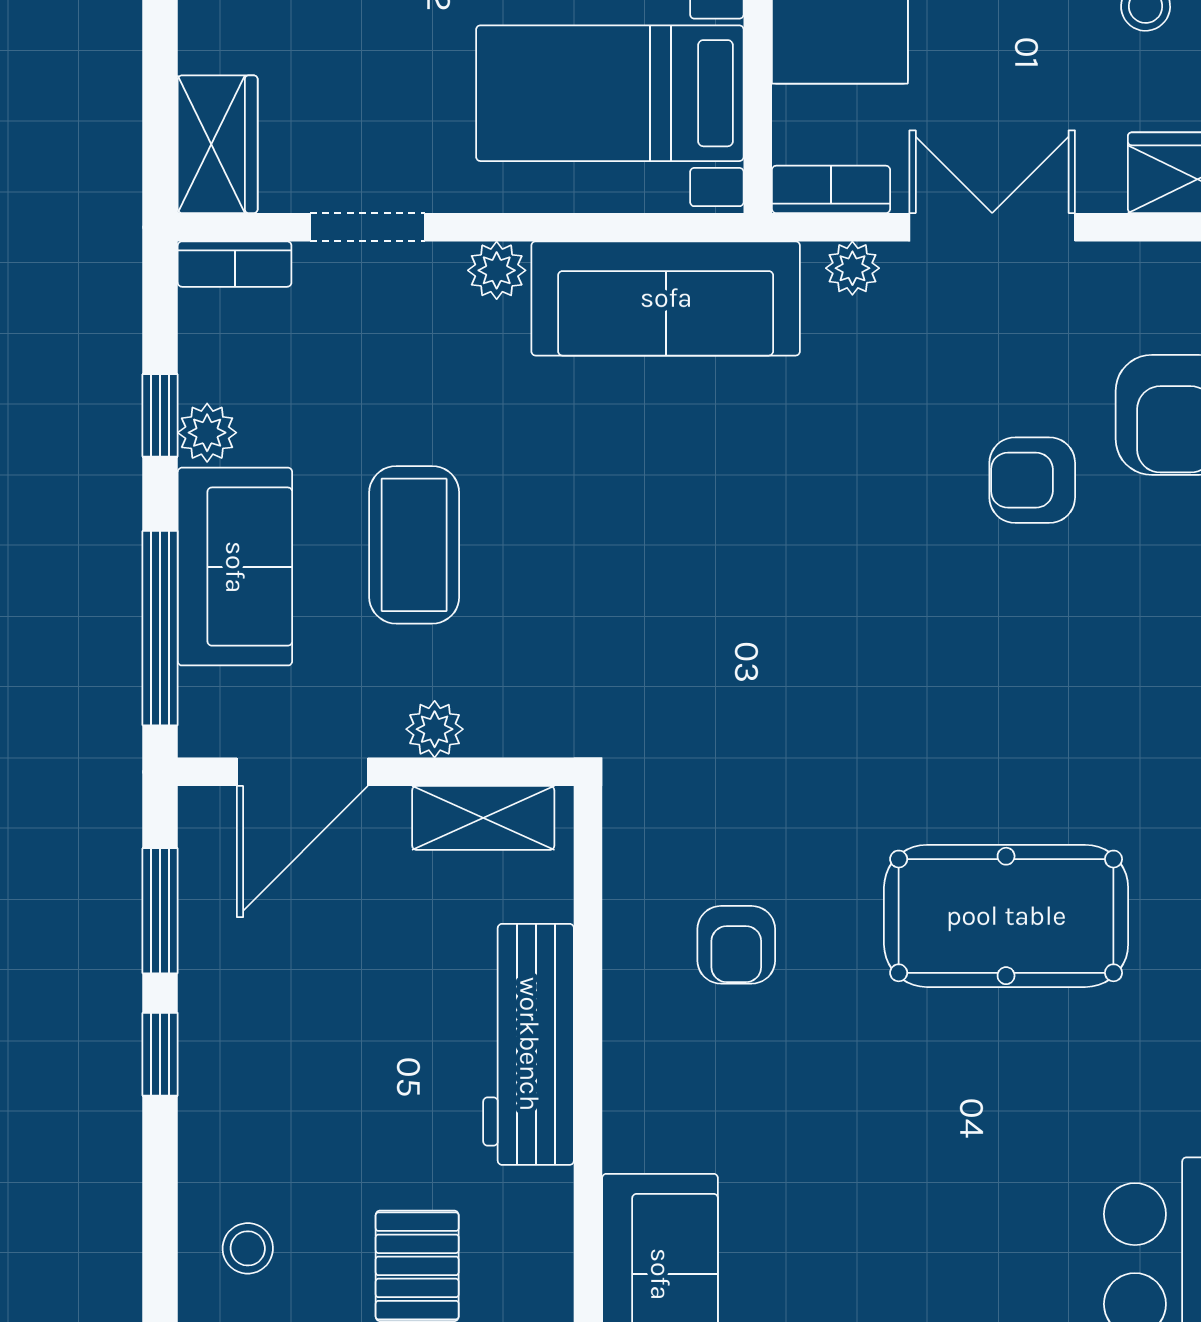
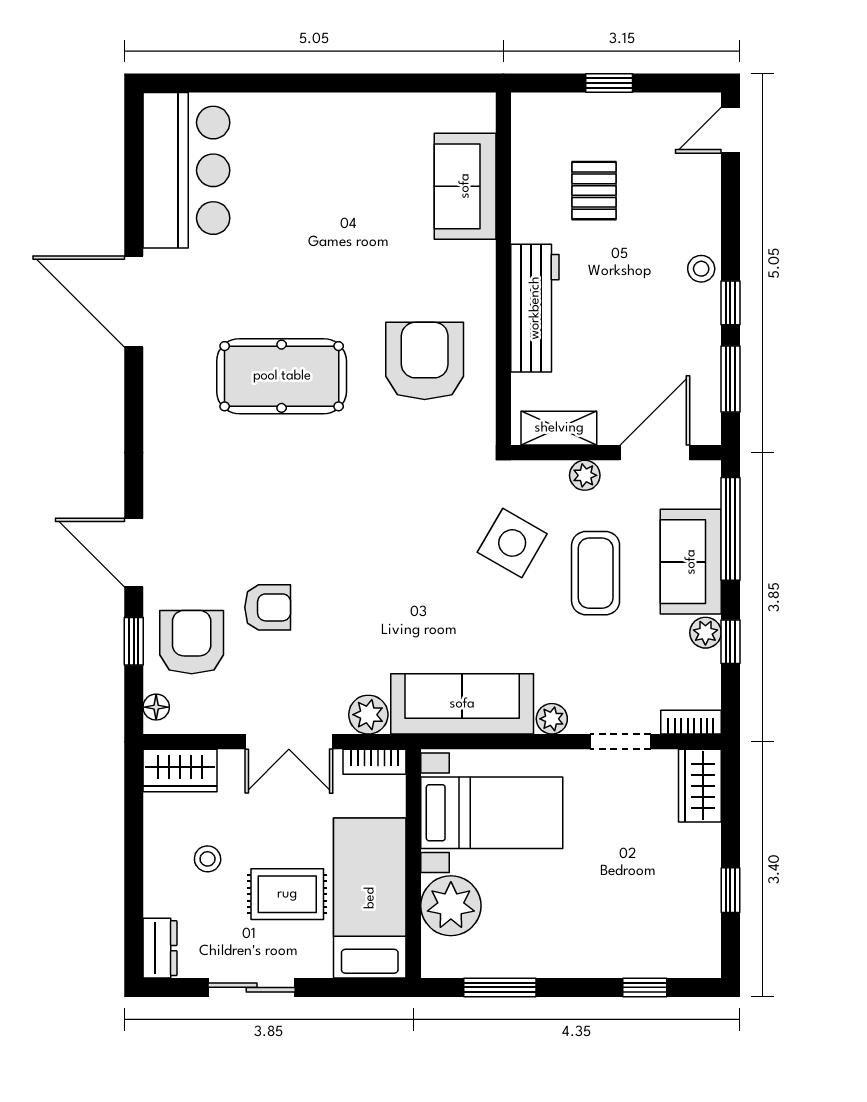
plant: (852, 268) -> (368, 715), width x1.38, depth x1.38
side table: (571, 602) -> (512, 543), added
armchair: (736, 945) -> (425, 361), width x1.88, depth x1.88
stool: (248, 1248) -> (701, 269), moved

